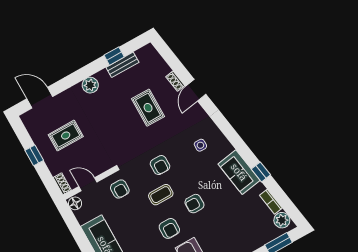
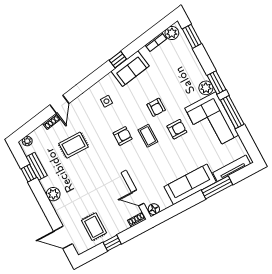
plant: (152, 53) -> (27, 141), added
door: (196, 90) -> (59, 104), hinge flipped
door: (40, 98) -> (63, 237), hinge flipped
rug: (66, 136) -> (94, 227), moved
window: (261, 172) -> (118, 60), moved
door: (88, 184) -> (138, 198), hinge flipped
armchair: (120, 189) -> (142, 171), removed

